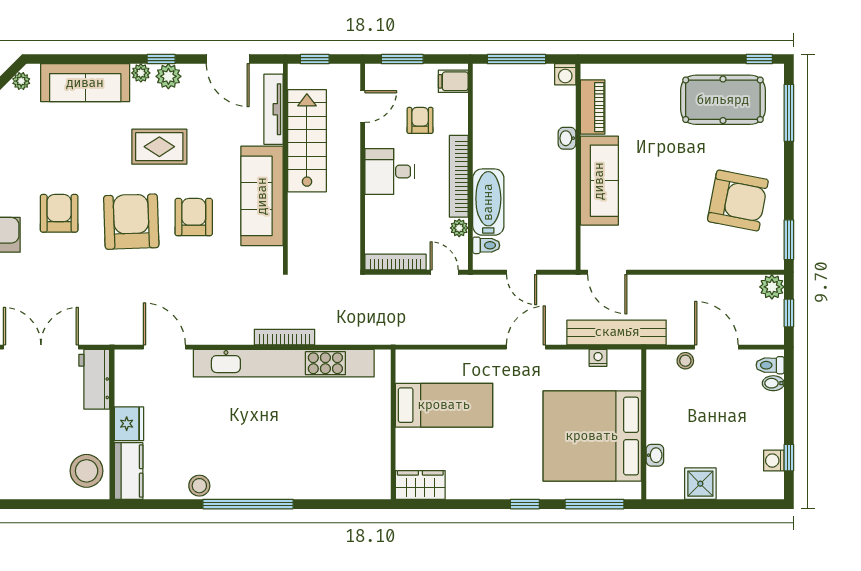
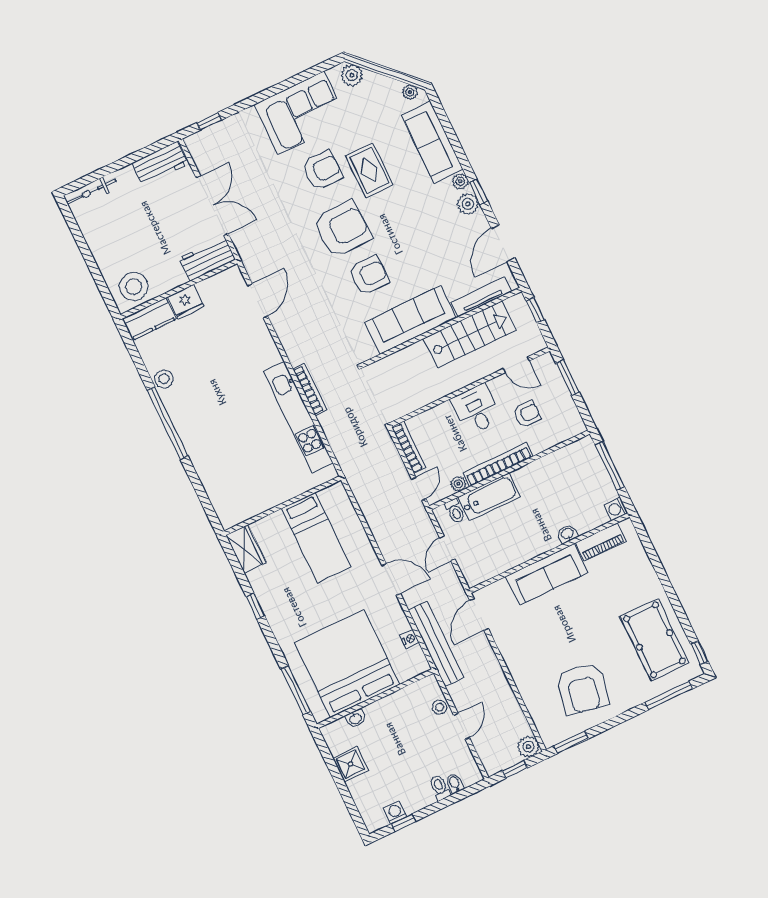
filing cabinet: (453, 81) -> (569, 425), removed
rug: (159, 147) -> (369, 170), moved
door: (716, 347) -> (462, 726), width x0.73
kitchen unit: (284, 363) -> (298, 417), width x0.73
toilet: (770, 365) -> (440, 788), moved
window: (525, 504) -> (255, 606), moved

